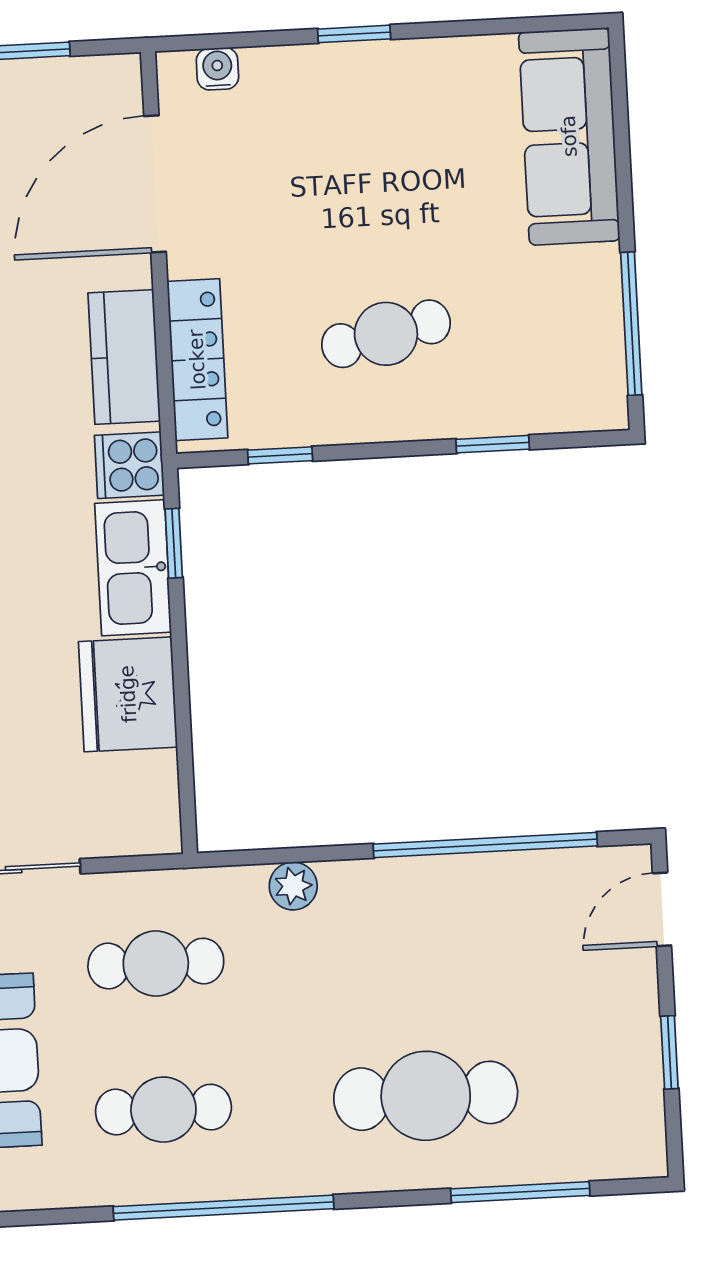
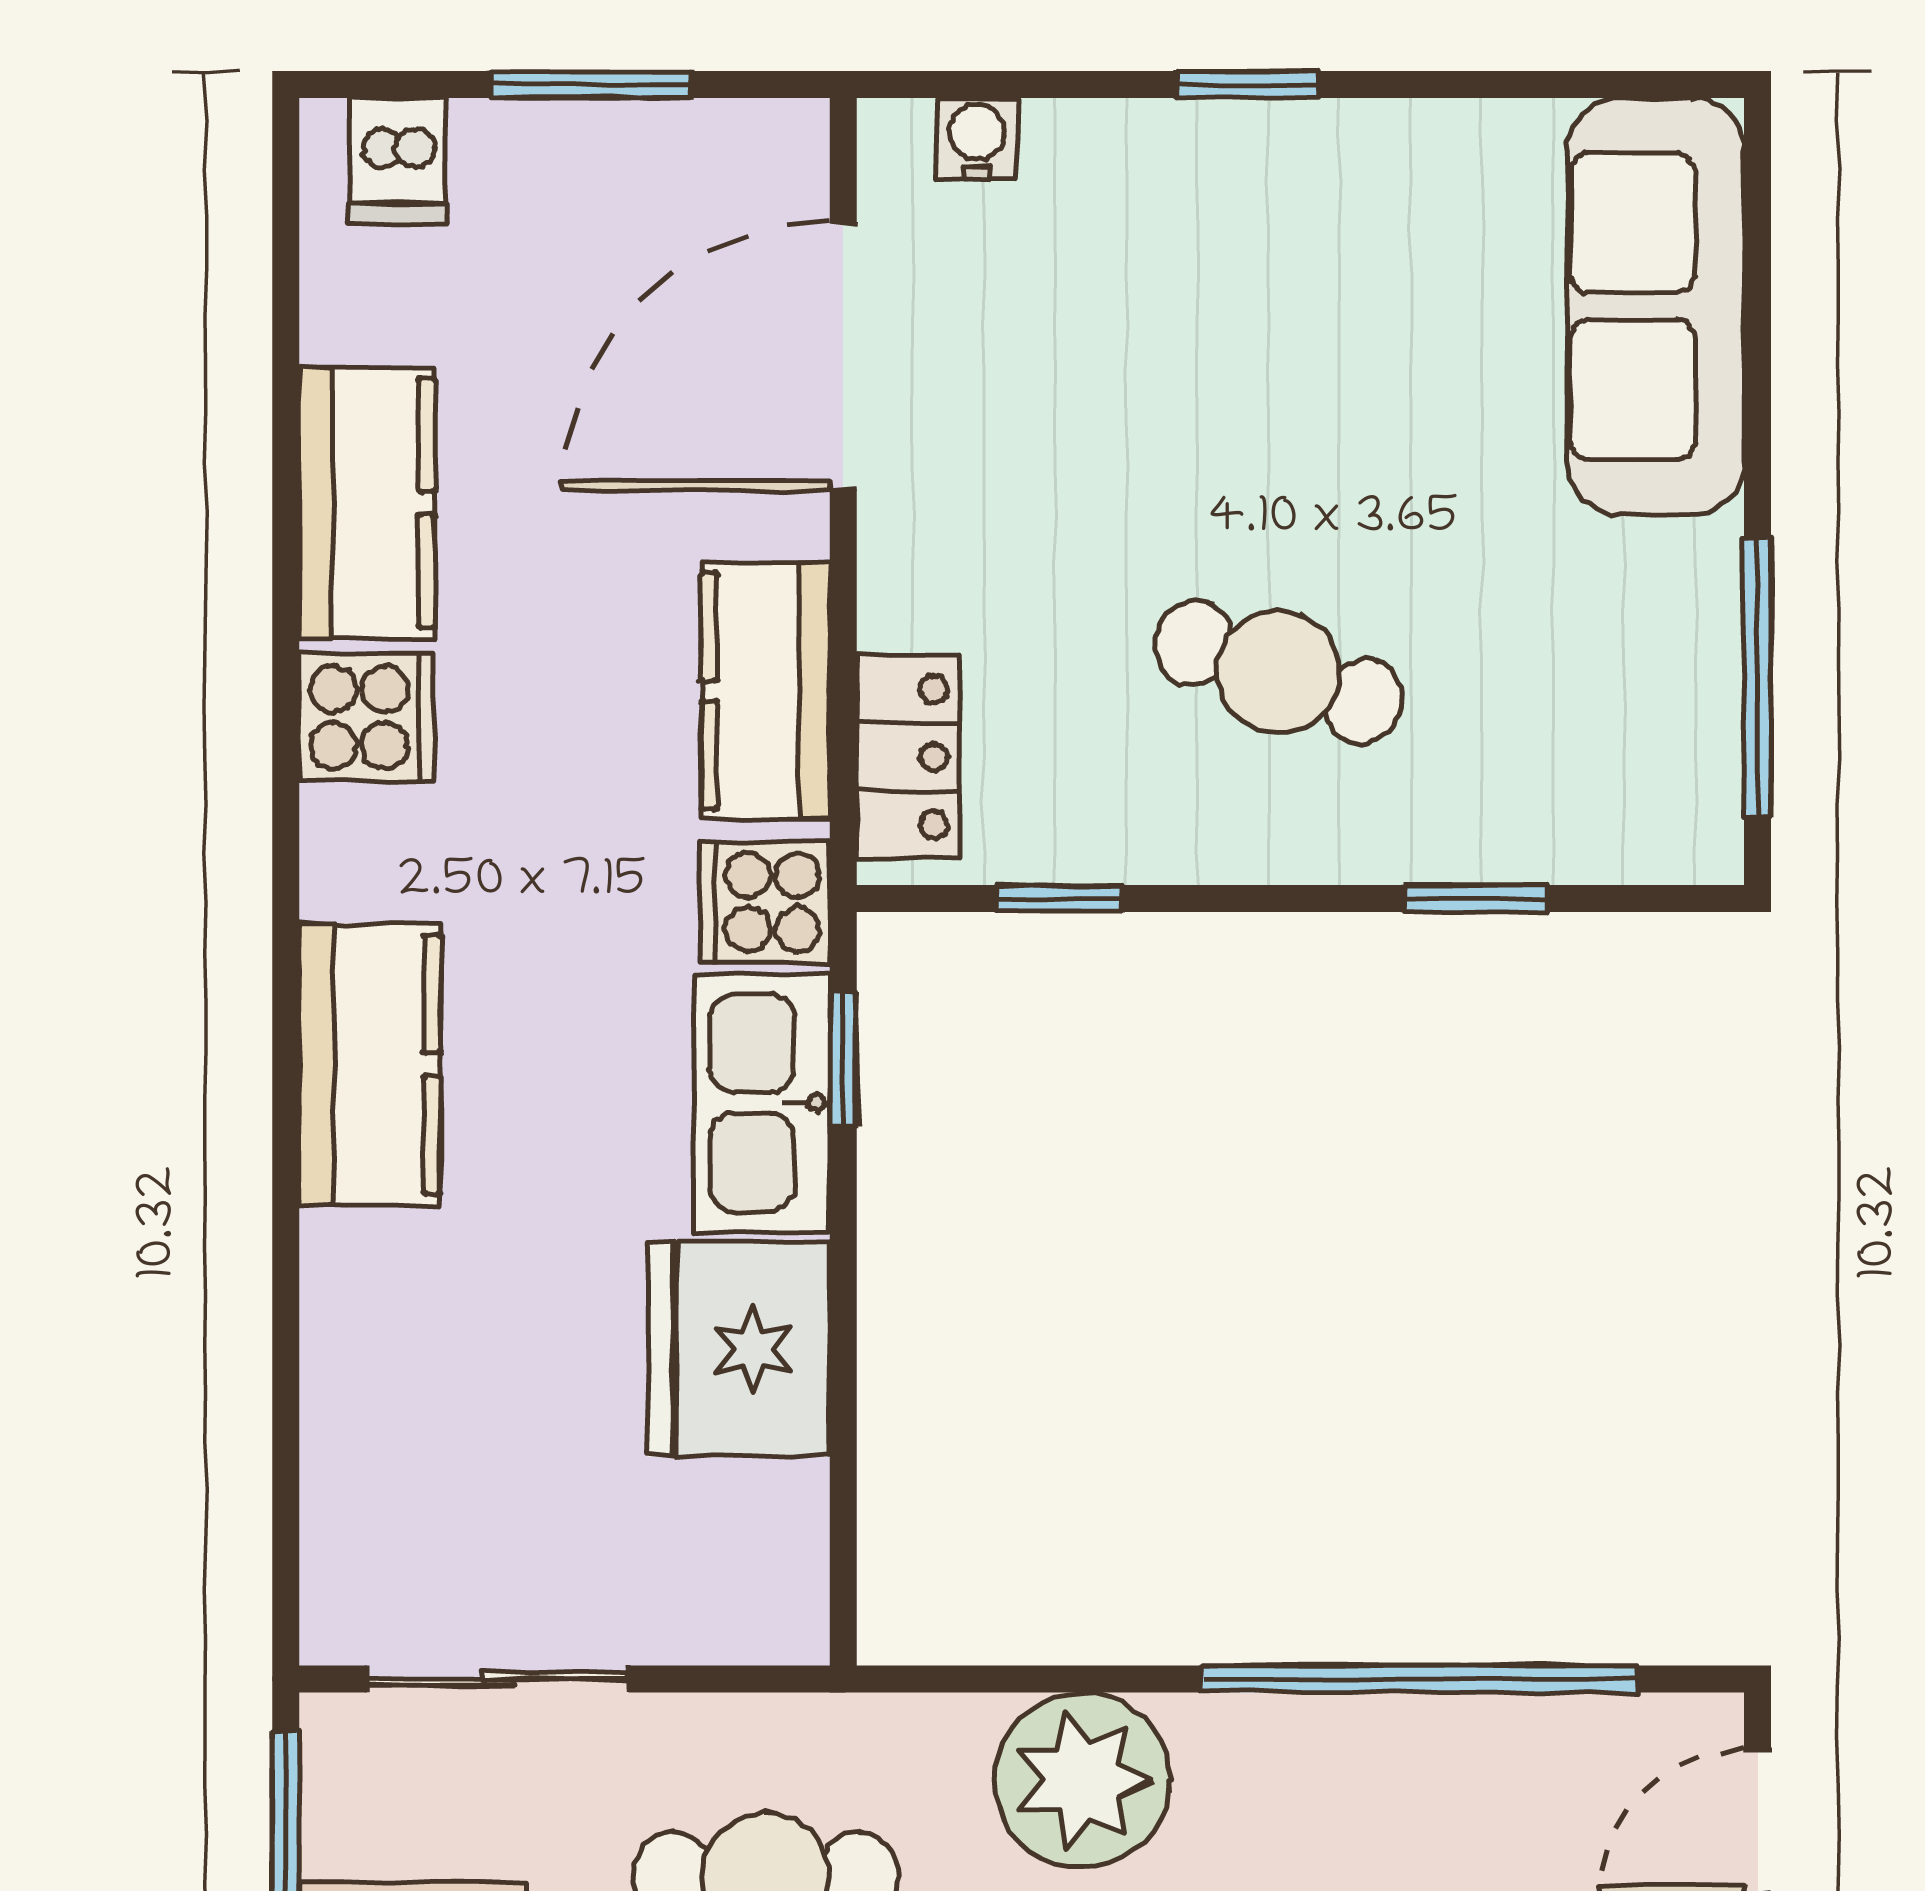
cafe table: (386, 334) -> (1278, 672), turned 31
locker: (197, 360) -> (908, 757), width x0.66
plant: (293, 886) -> (1082, 1780), width x1.87, depth x1.87

